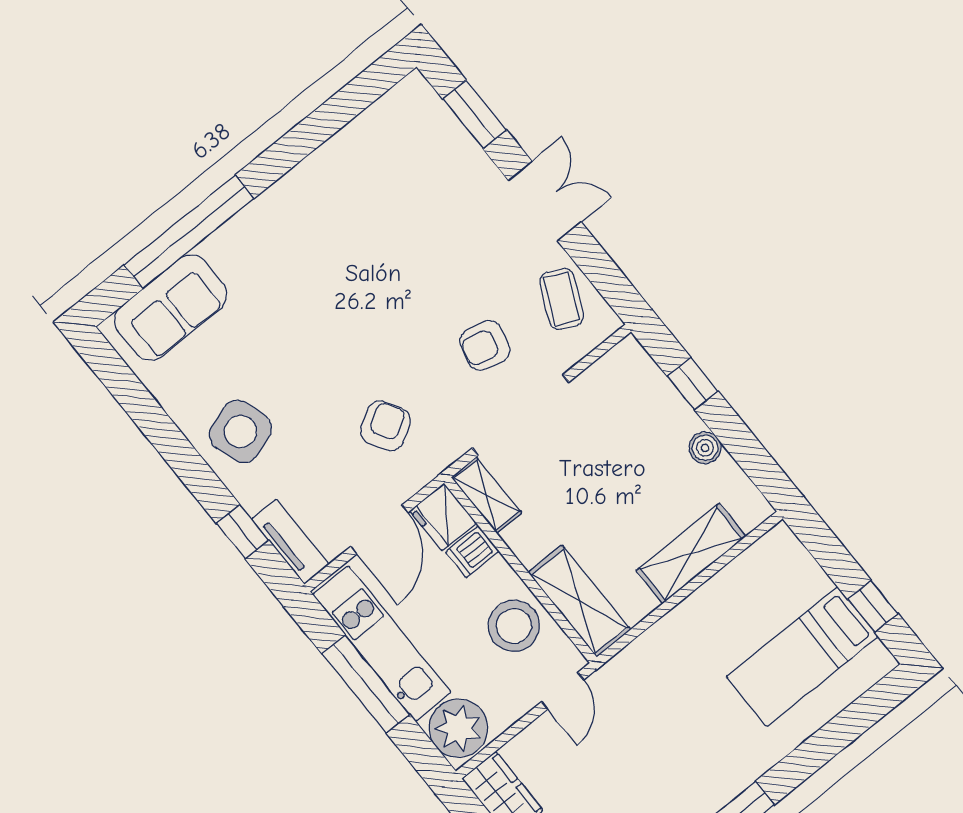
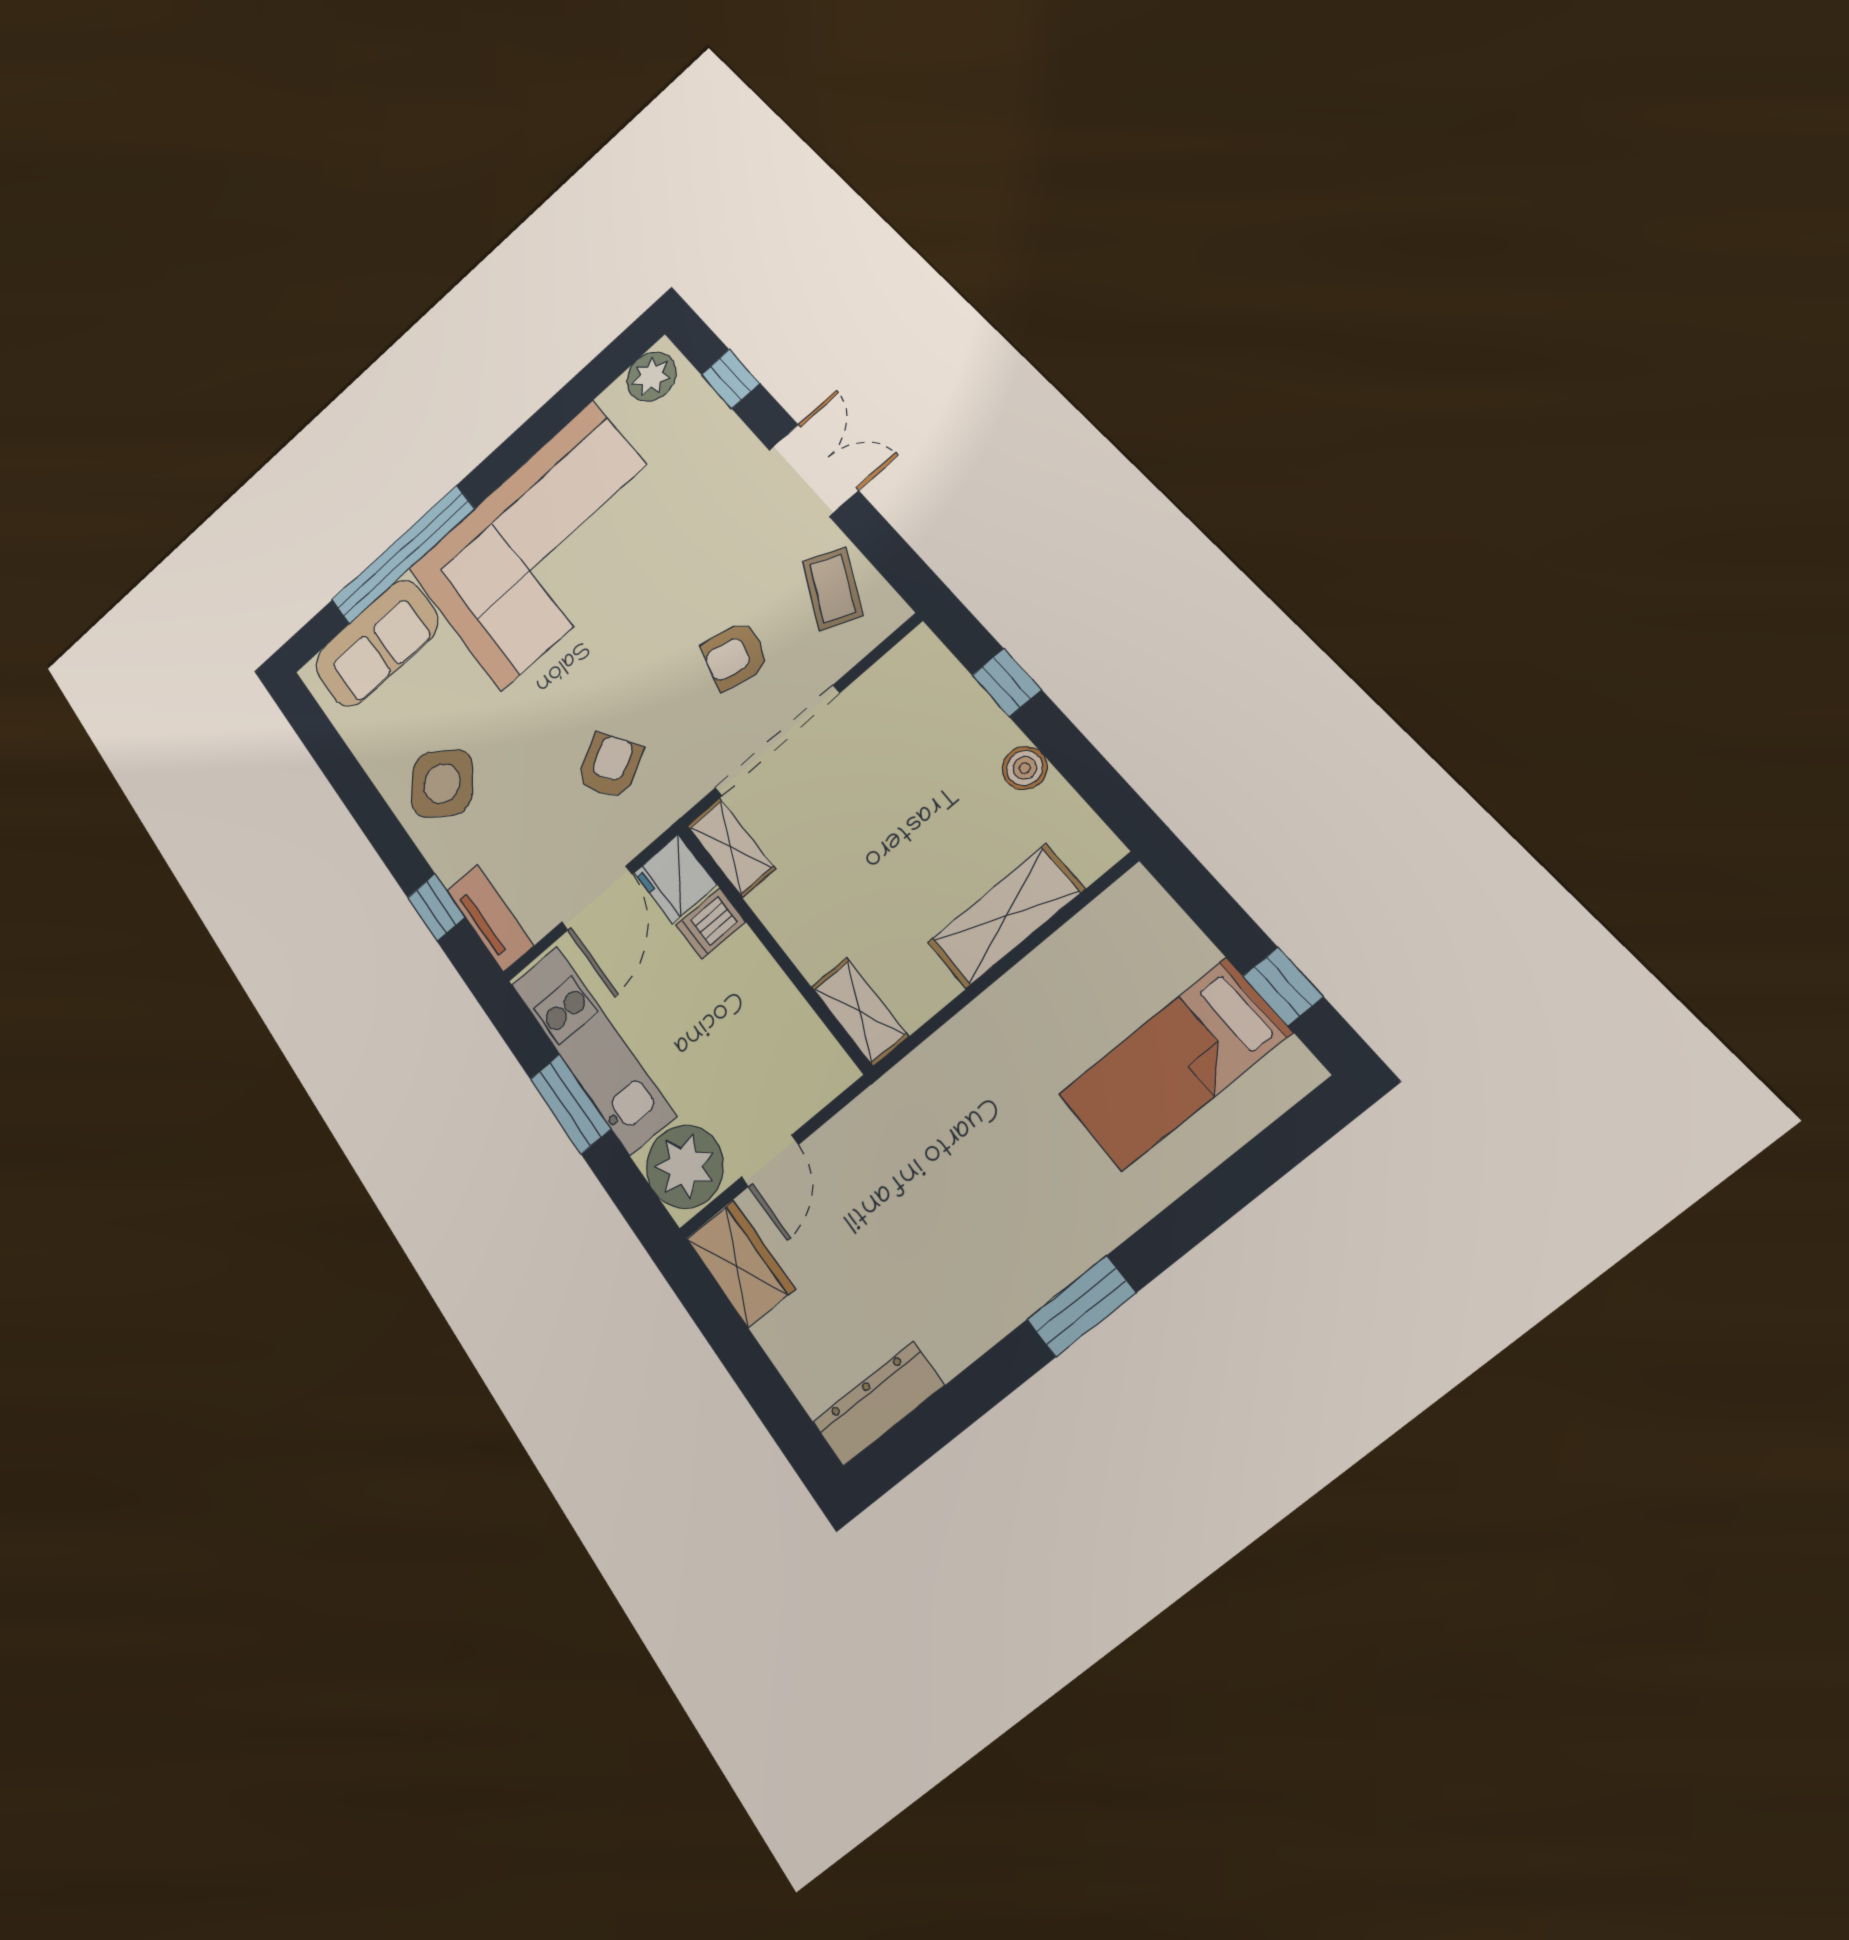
plant: (407, 102) -> (651, 376), added
window: (475, 114) -> (731, 379), width x0.67
corner sofa: (322, 237) -> (547, 545), added
side table: (240, 431) -> (442, 784), turned -34
shelving: (579, 601) -> (860, 1012), width x0.67, depth x0.75
stool: (514, 626) -> (762, 1023), removed
window: (366, 684) -> (570, 1104), width x0.69
door: (563, 691) -> (770, 1161), moved

